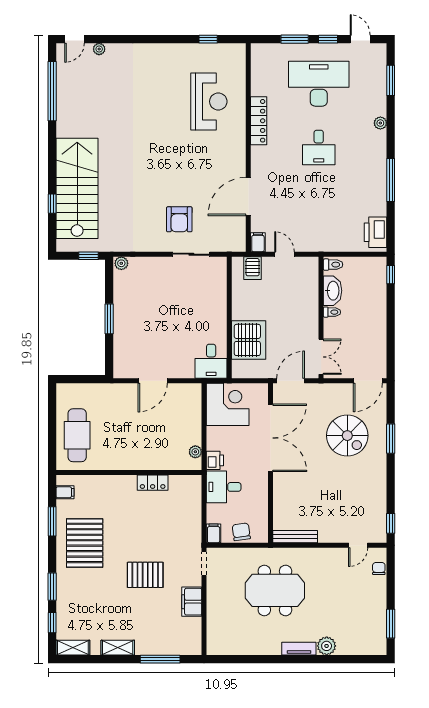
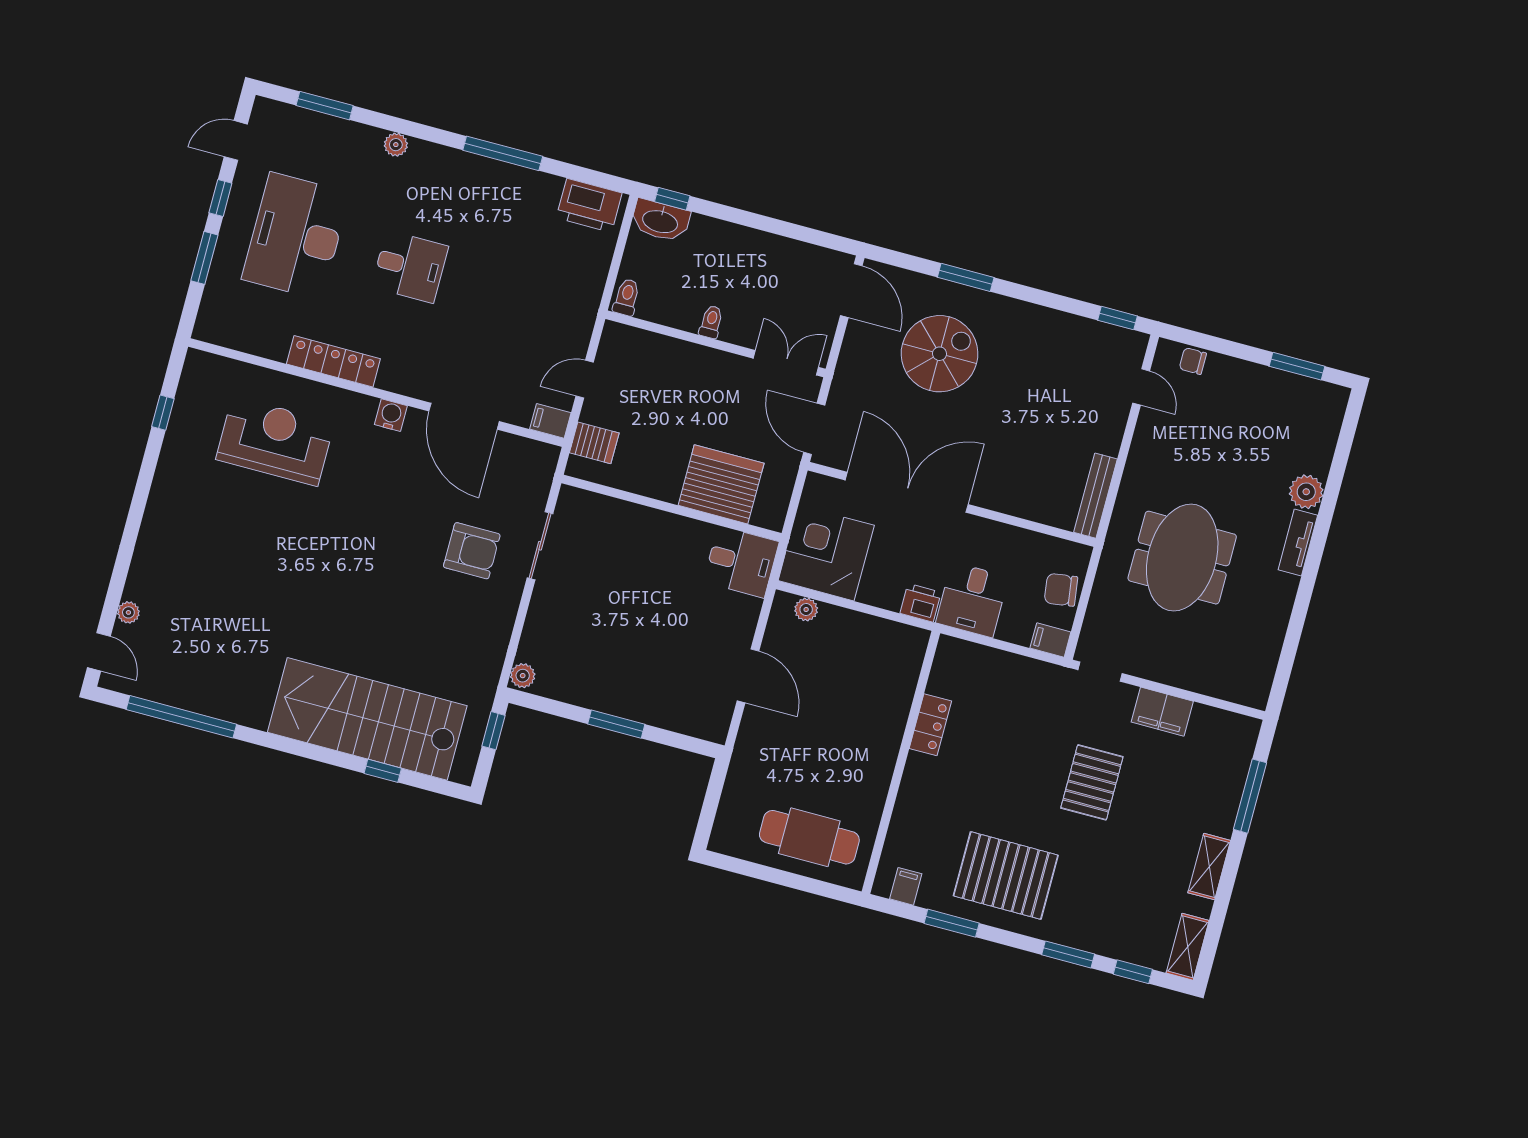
water cooler: (239, 158) -> (391, 415), added
washbasin: (333, 291) -> (660, 221), moved, turned 180
plant: (195, 452) -> (806, 610), moved

